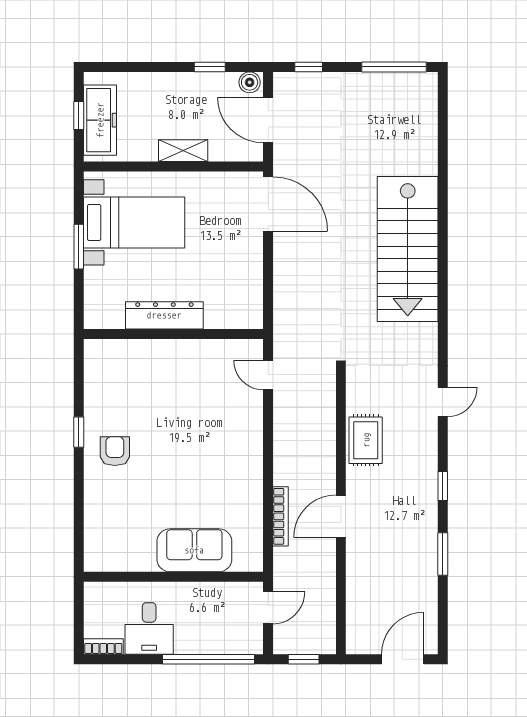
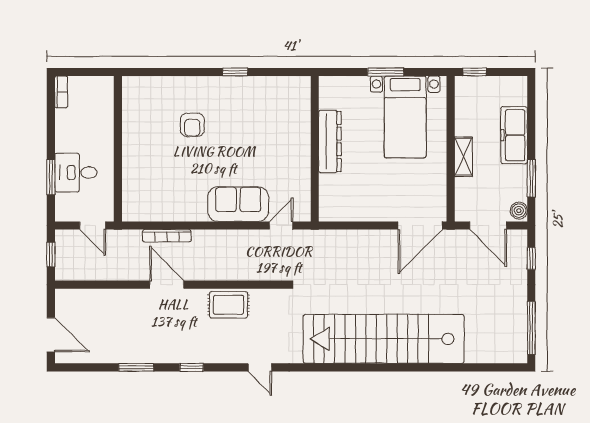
window: (210, 67) -> (531, 178), width x1.50
window: (79, 116) -> (475, 72), moved
freezer: (100, 120) -> (514, 135), moved, turned 90
door: (268, 120) -> (488, 226), swing flipped
stairs: (408, 249) -> (384, 339), width x1.36
armchair: (115, 451) -> (192, 125), moved, turned 90
sofa: (194, 550) -> (238, 204), moved, turned -90
desk: (149, 628) -> (76, 173), moved
window: (208, 659) -> (51, 177), width x0.47

